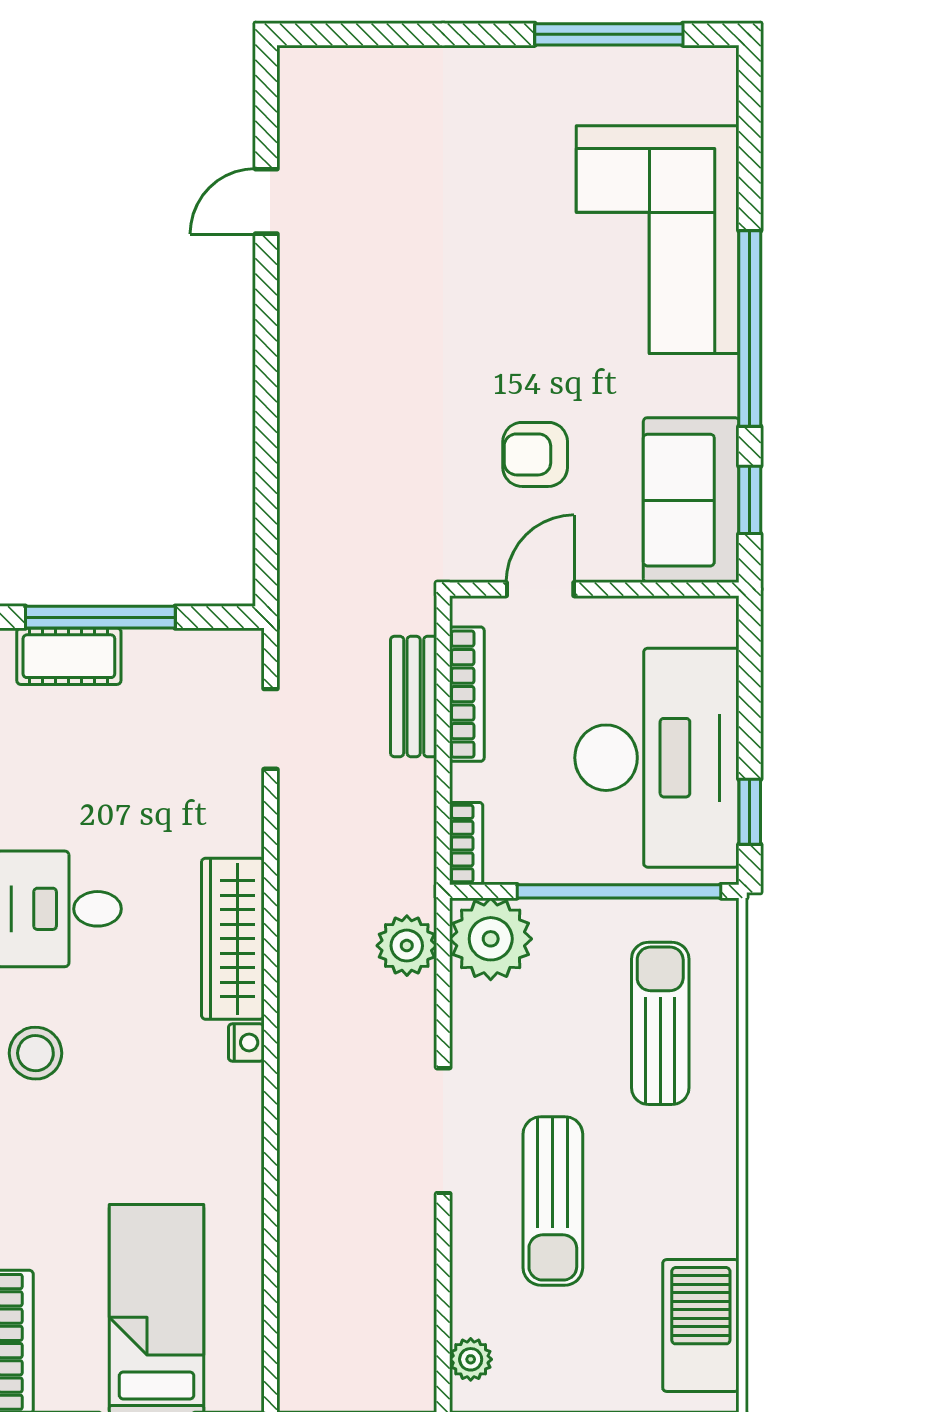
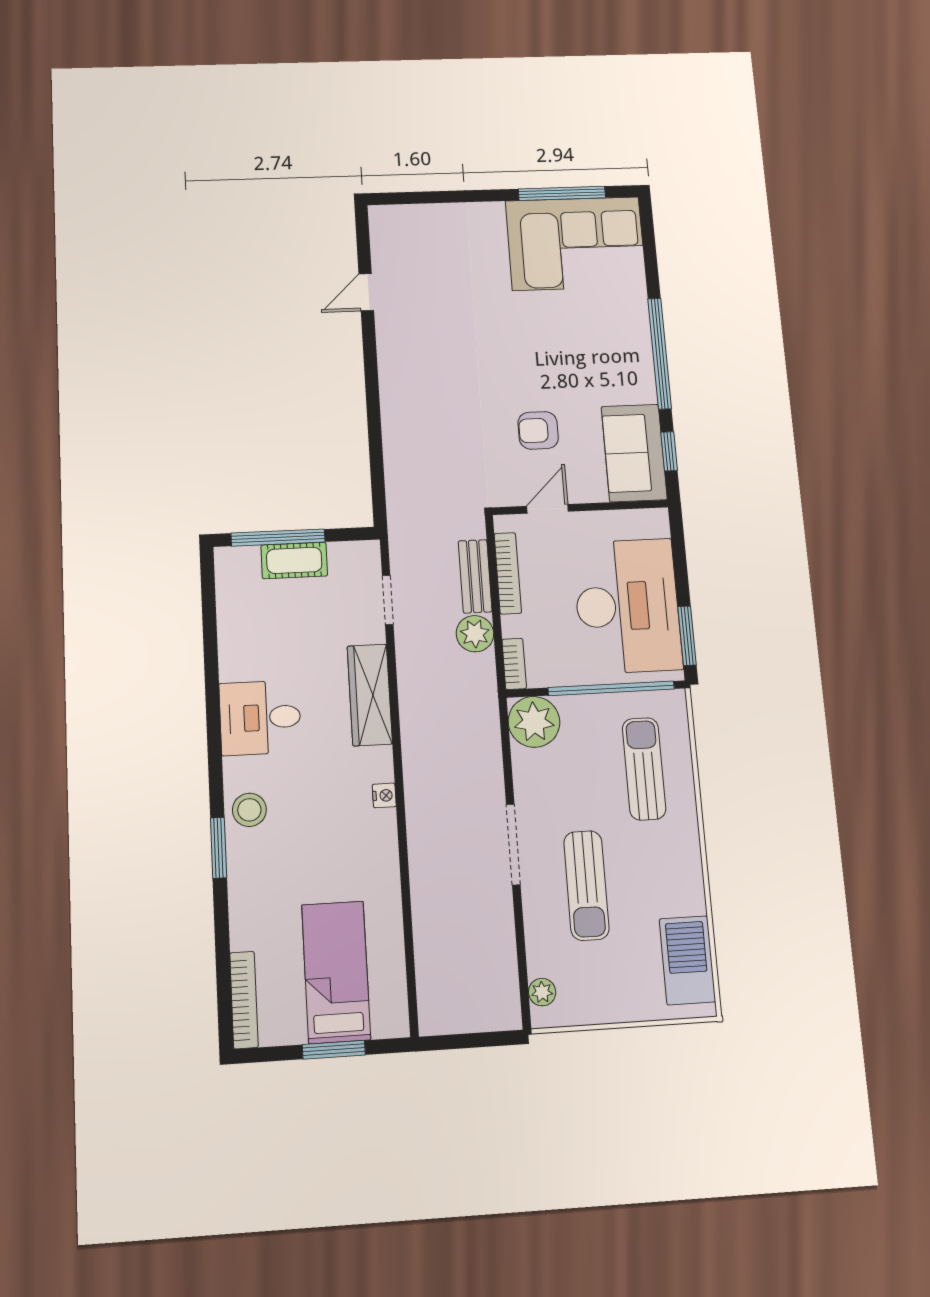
corner sofa: (658, 240) -> (576, 243), moved, turned -90
cot: (69, 656) -> (294, 560), moved
window: (750, 812) -> (687, 636), width x1.50
wardrobe: (233, 939) -> (370, 695), moved
plant: (407, 946) -> (475, 634), moved

